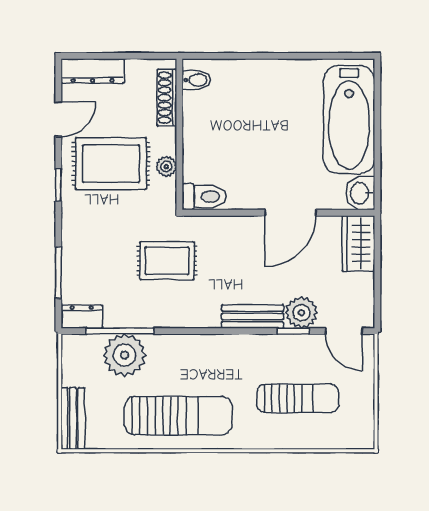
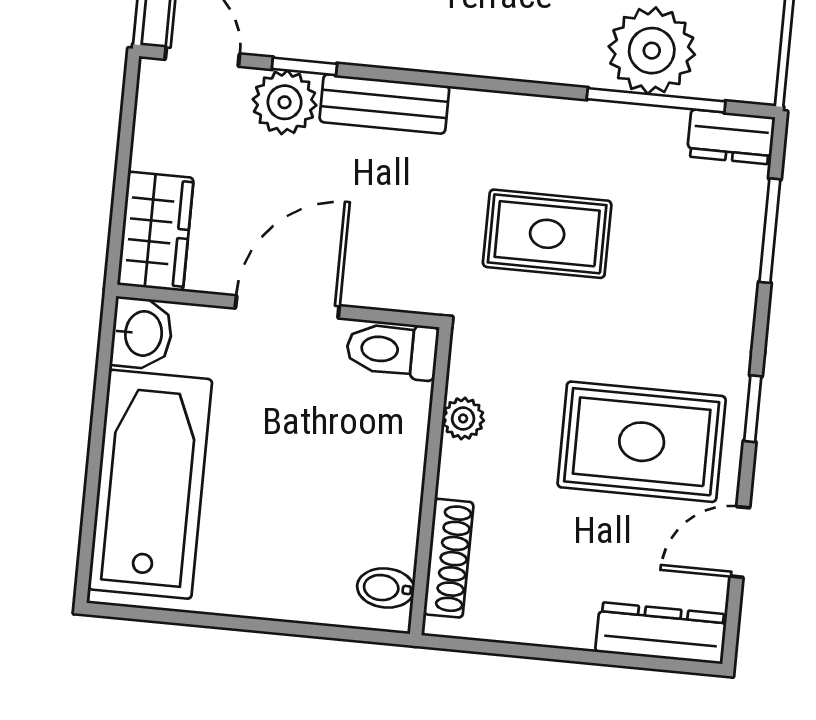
bidet: (196, 80) -> (386, 588), moved
shoe rack: (167, 98) -> (448, 558), moved
wall: (179, 134) -> (430, 481), moved
plant: (166, 167) -> (463, 418), moved
toilet: (204, 197) -> (392, 350), moved

